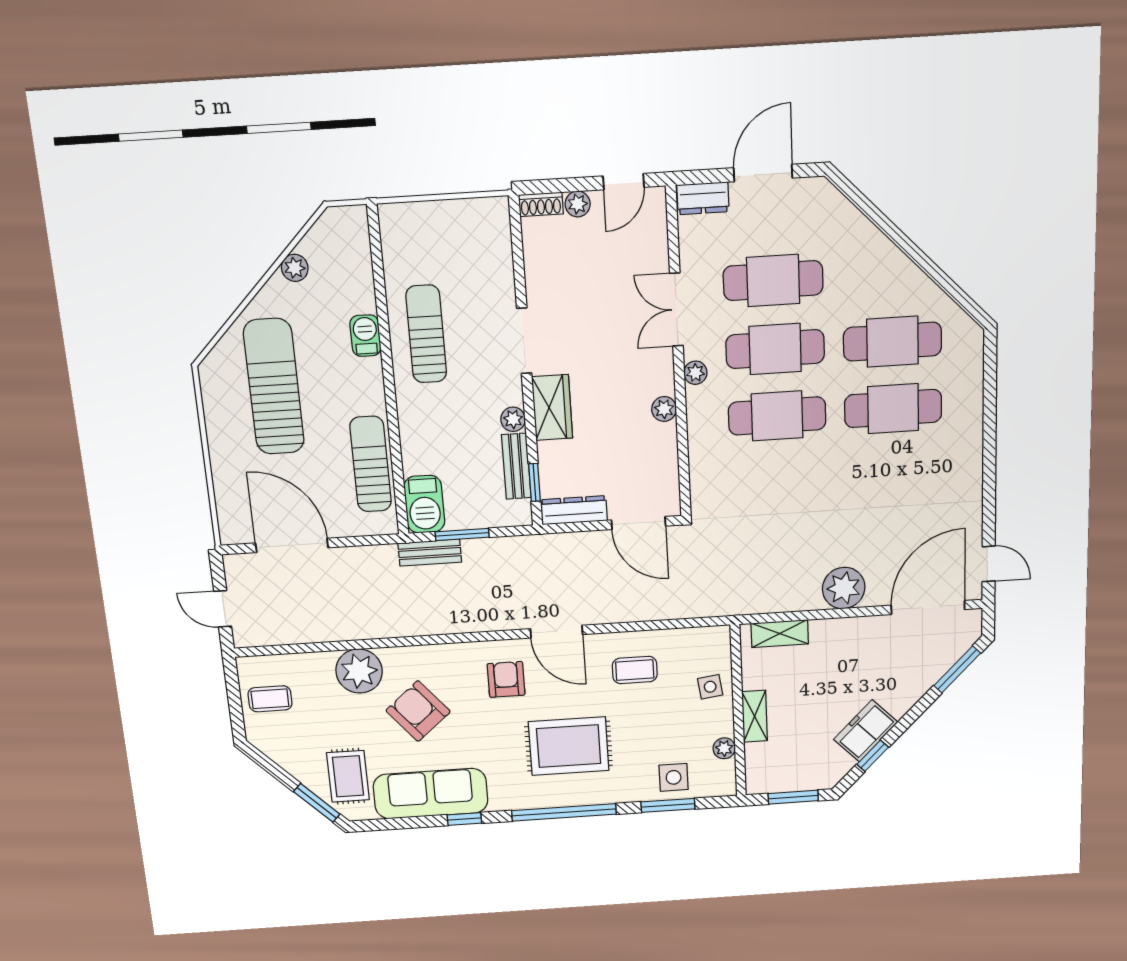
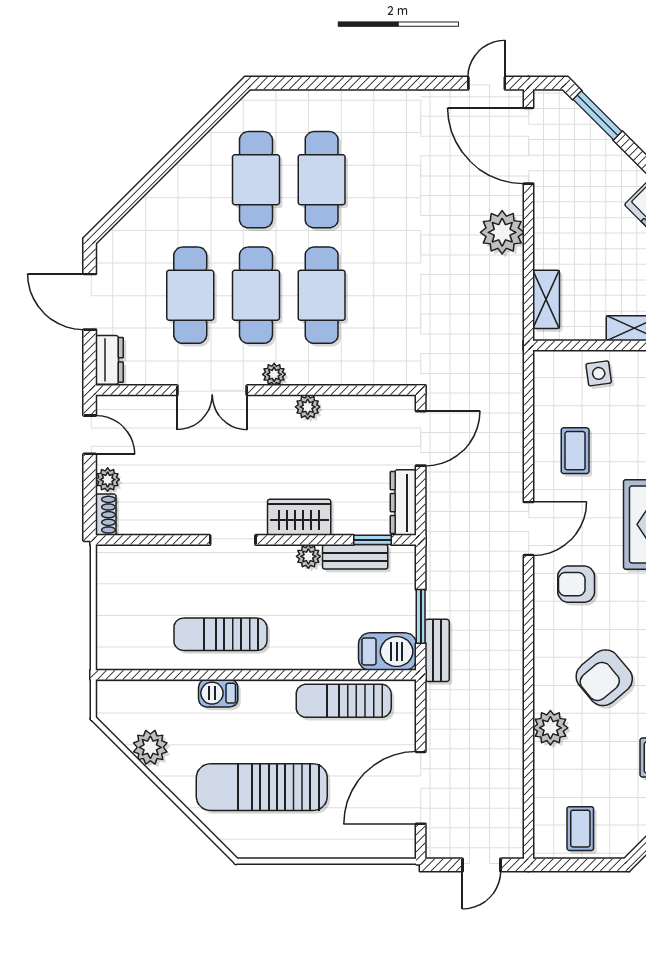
plant: (295, 268) -> (150, 747), width x1.38, depth x1.38
doorway: (524, 341) -> (233, 540), width x0.73
plant: (359, 671) -> (550, 728), width x0.73, depth x0.73

